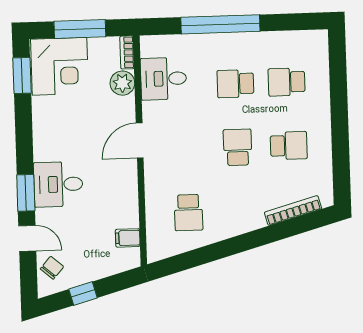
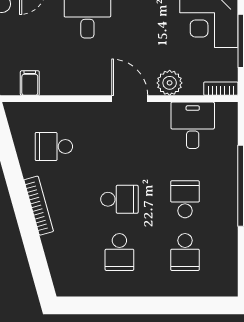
school desk: (287, 82) -> (185, 252), turned 180
plant: (122, 83) -> (170, 83), moved
bookcase: (293, 211) -> (39, 206), moved

